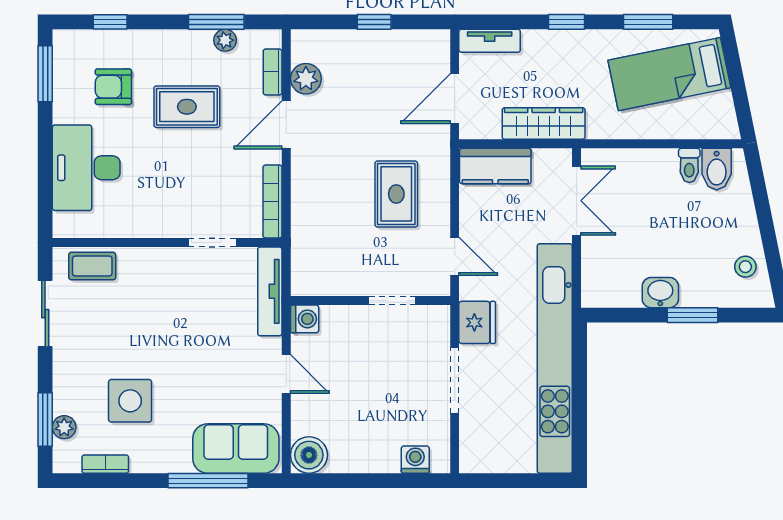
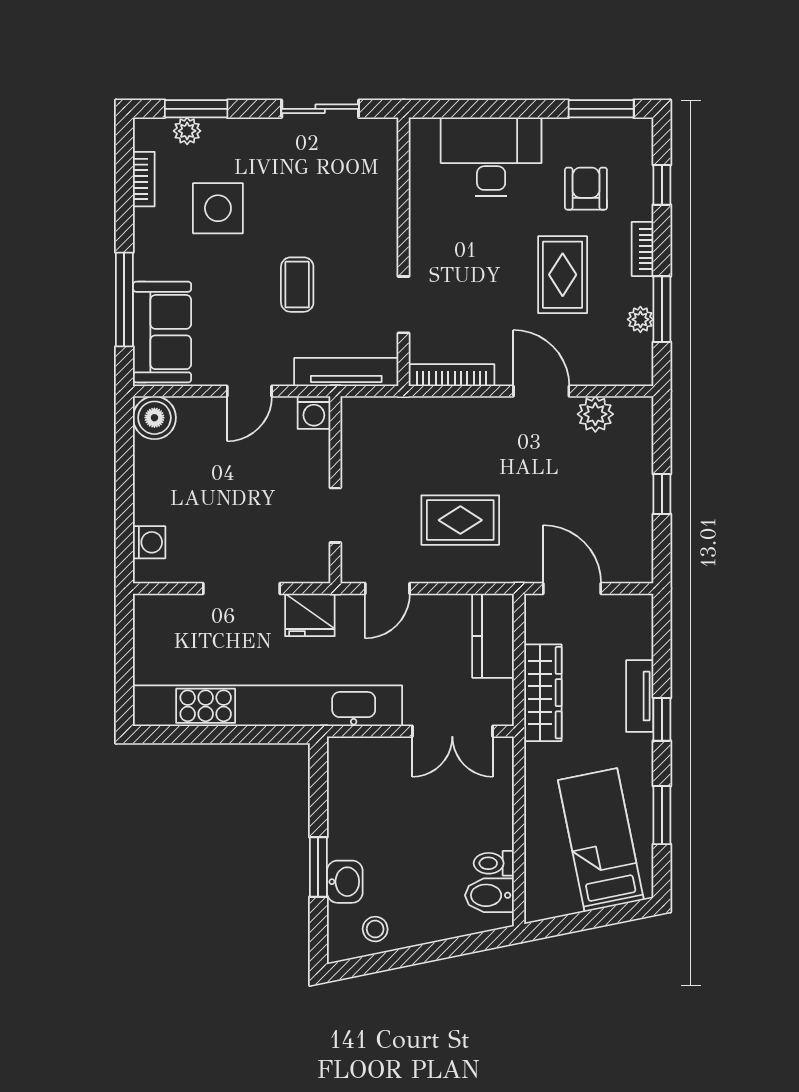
tv unit: (490, 41) -> (640, 696), moved
bookcase: (273, 72) -> (643, 249), moved, turned -90
coffee table: (92, 266) -> (297, 285), moved
washbasin: (660, 293) -> (345, 882), moved

